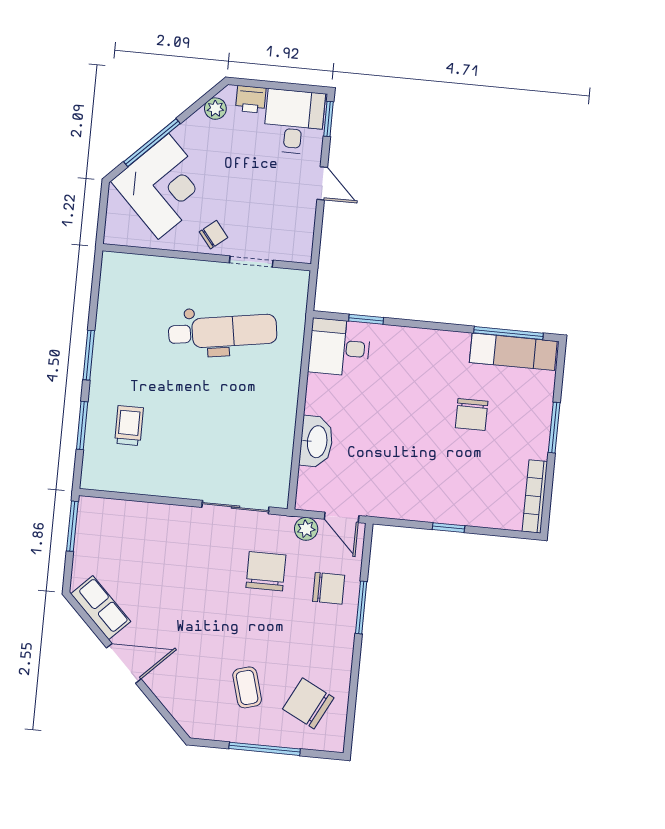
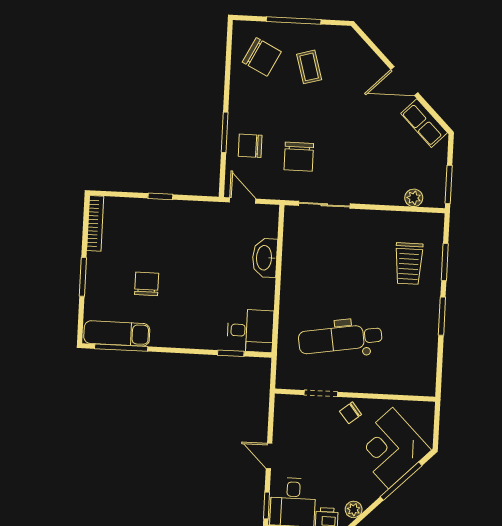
trolley: (129, 426) -> (409, 264), width x1.36, depth x1.39
plant: (306, 529) -> (414, 198), moved

